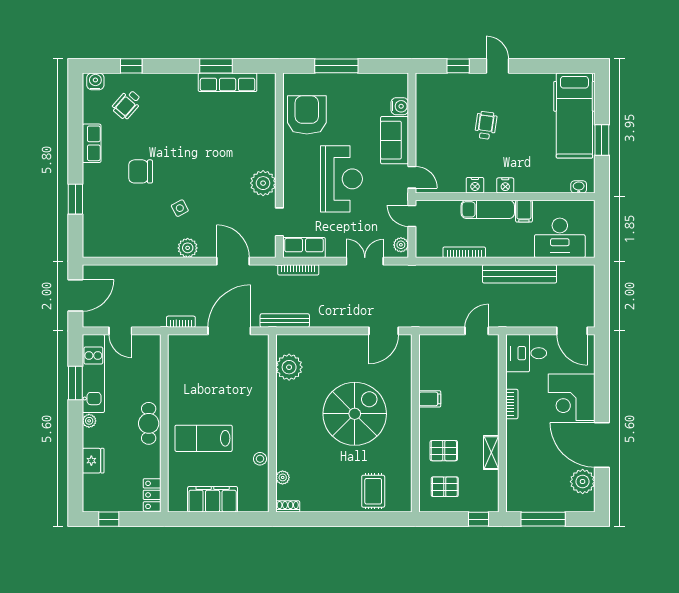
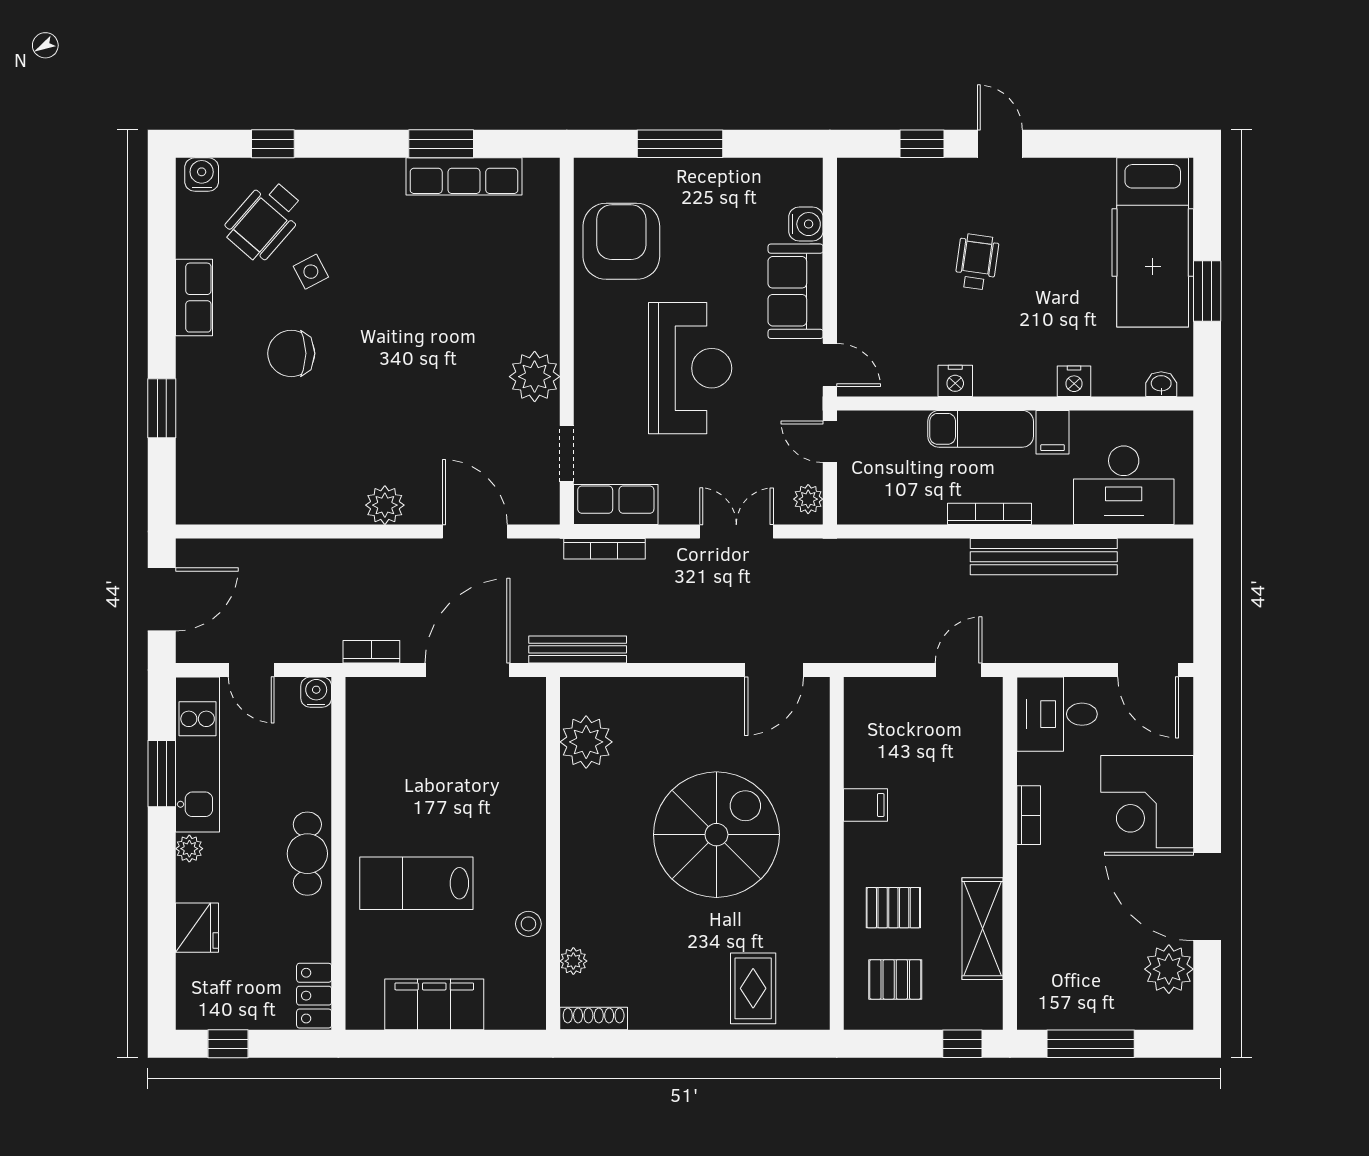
wheelchair: (127, 104) -> (264, 220), width x1.36, depth x1.37
nightstand: (505, 185) -> (1074, 381), moved
side table: (180, 208) -> (311, 272), moved
bookcase: (464, 252) -> (990, 514), moved
water cooler: (153, 342) -> (316, 692), added
shelving: (491, 453) -> (983, 929), width x1.50, depth x1.33
shoe rack: (288, 506) -> (594, 1018), width x1.43

